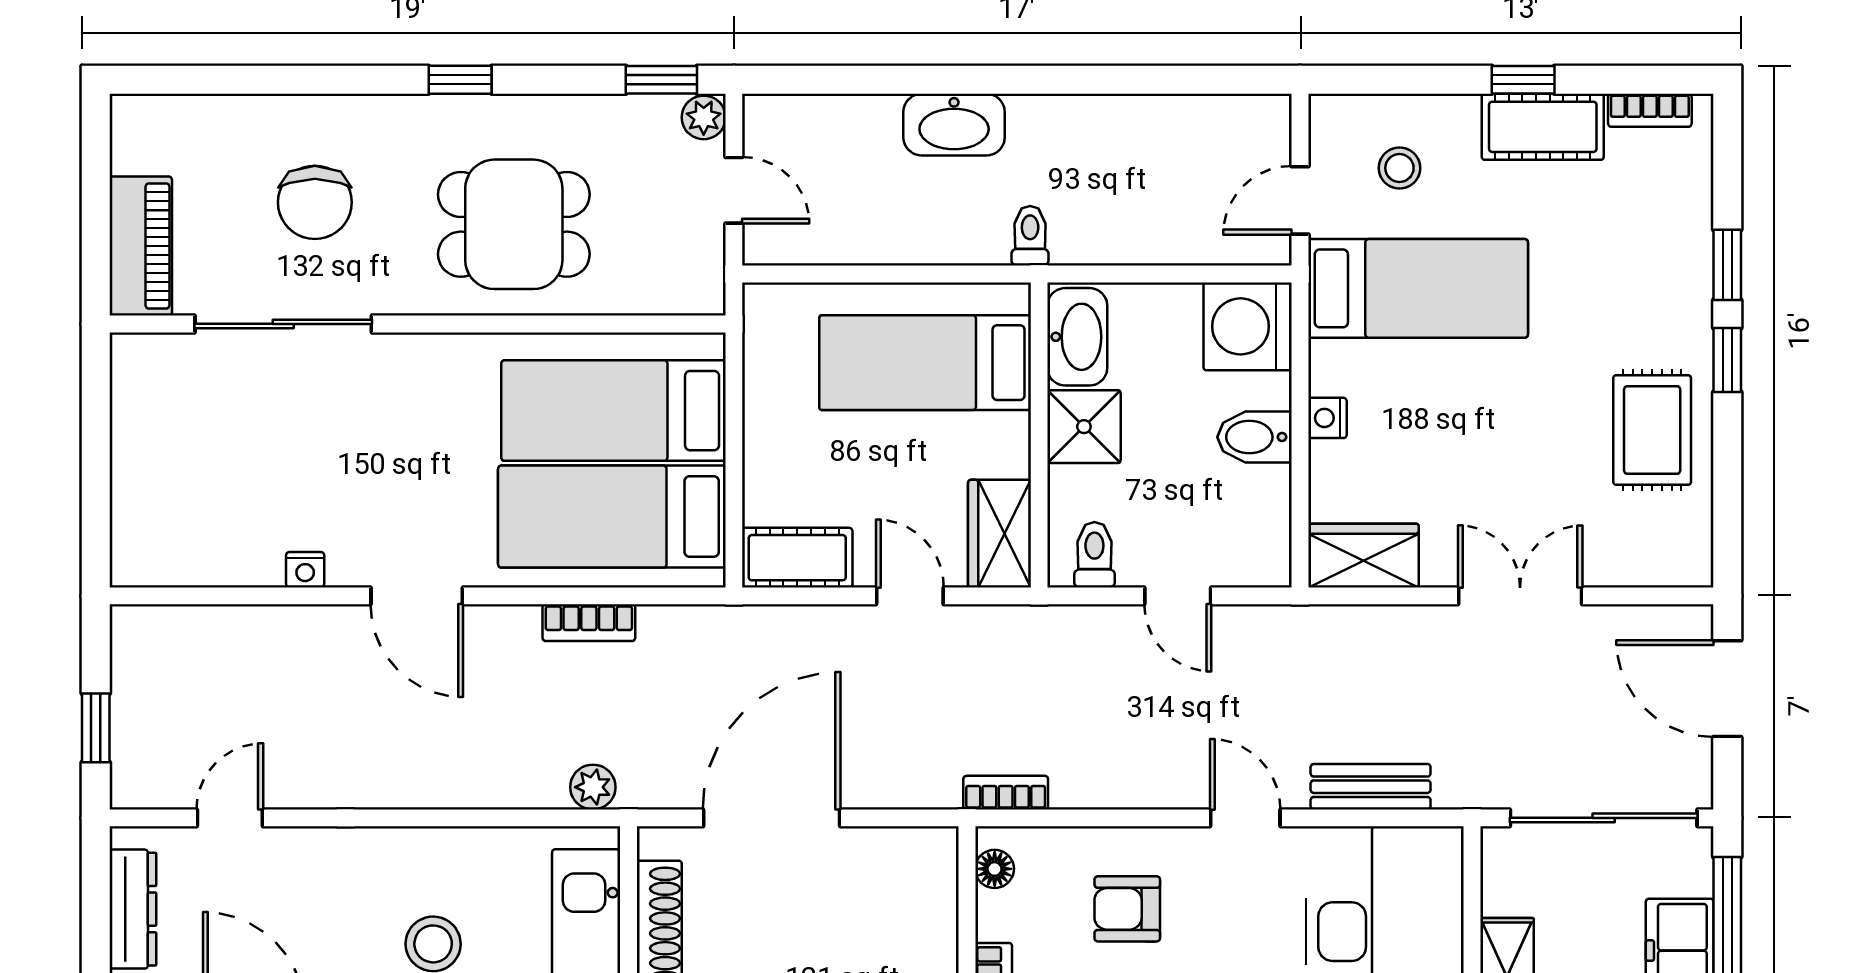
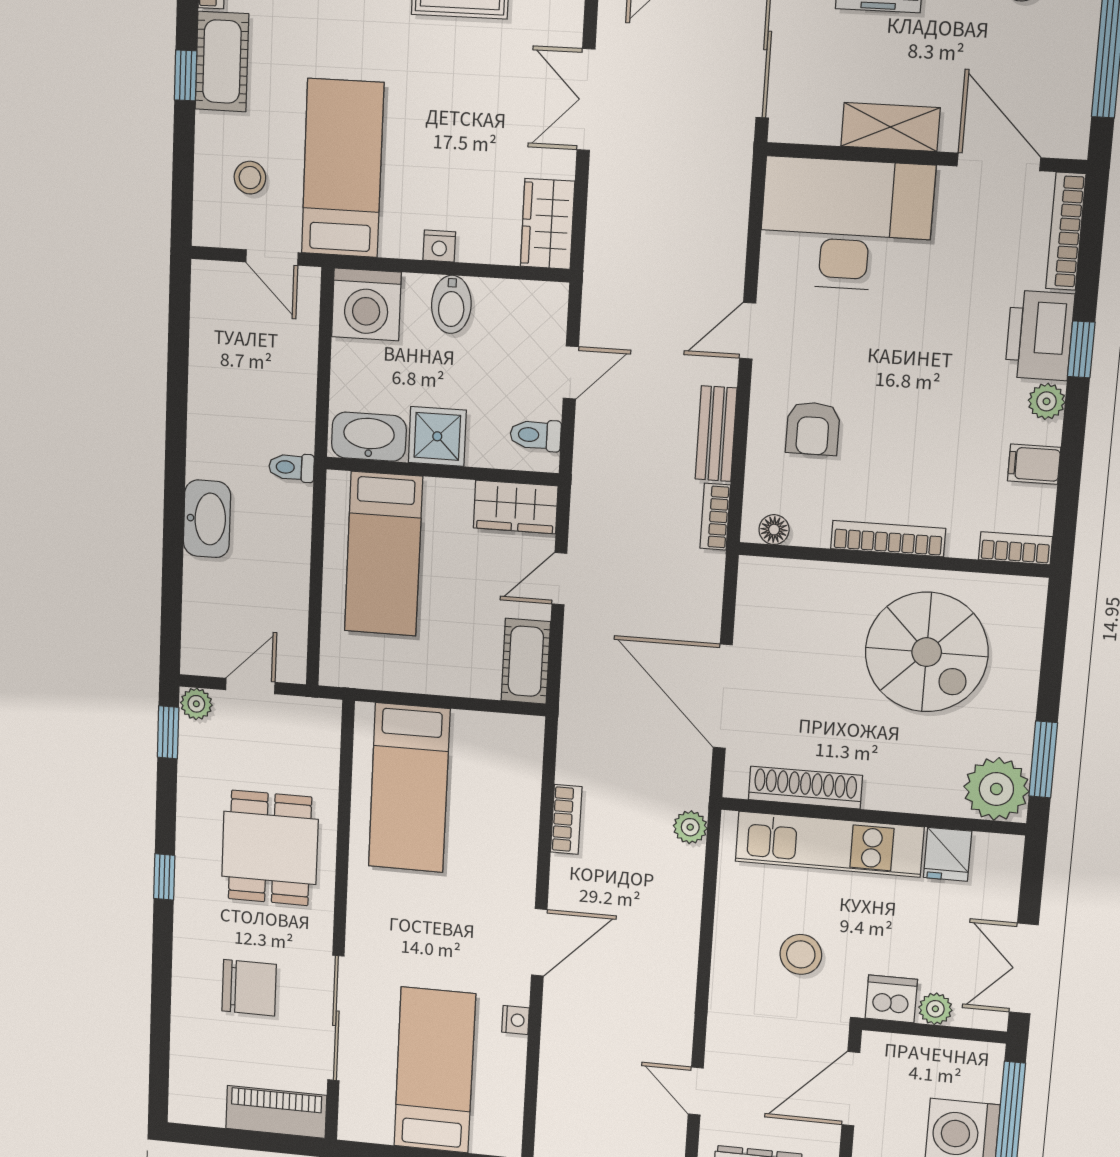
bed: (612, 517) -> (435, 1070), moved, turned 180
bench: (1371, 787) -> (716, 434), moved

